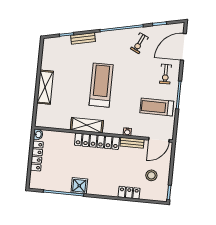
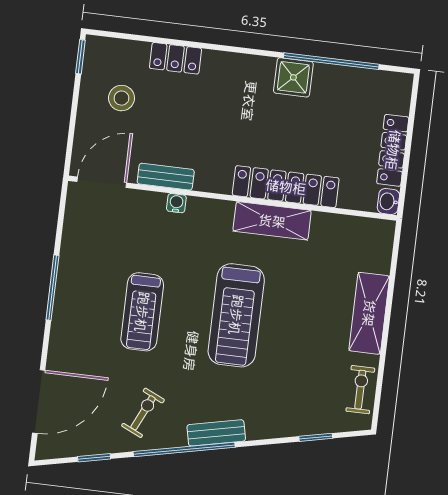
bench: (83, 38) -> (216, 433), moved
exercise bike: (166, 74) -> (360, 390), moved
treadmill: (157, 107) -> (142, 312), moved, turned 90
locker: (97, 141) -> (286, 187), moved

